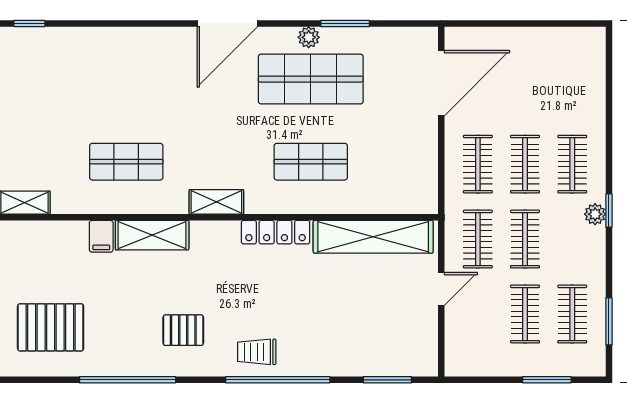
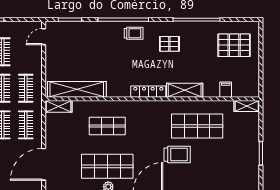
trolley: (167, 103) -> (177, 155), added
shop shelf: (126, 162) -> (197, 126), width x1.43, depth x1.36
shelving: (216, 202) -> (59, 106), moved
locker: (276, 232) -> (148, 92), moved
filing cabinet: (101, 236) -> (226, 90), moved
door: (441, 289) -> (44, 37), moved

